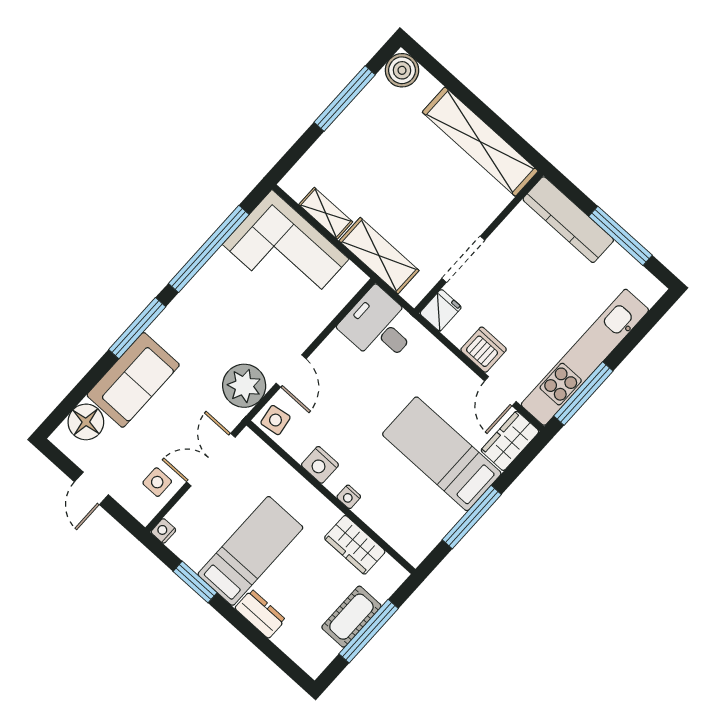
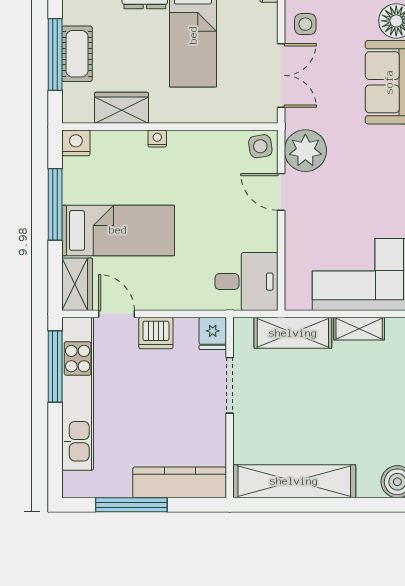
nightstand: (320, 465) -> (76, 143), moved

